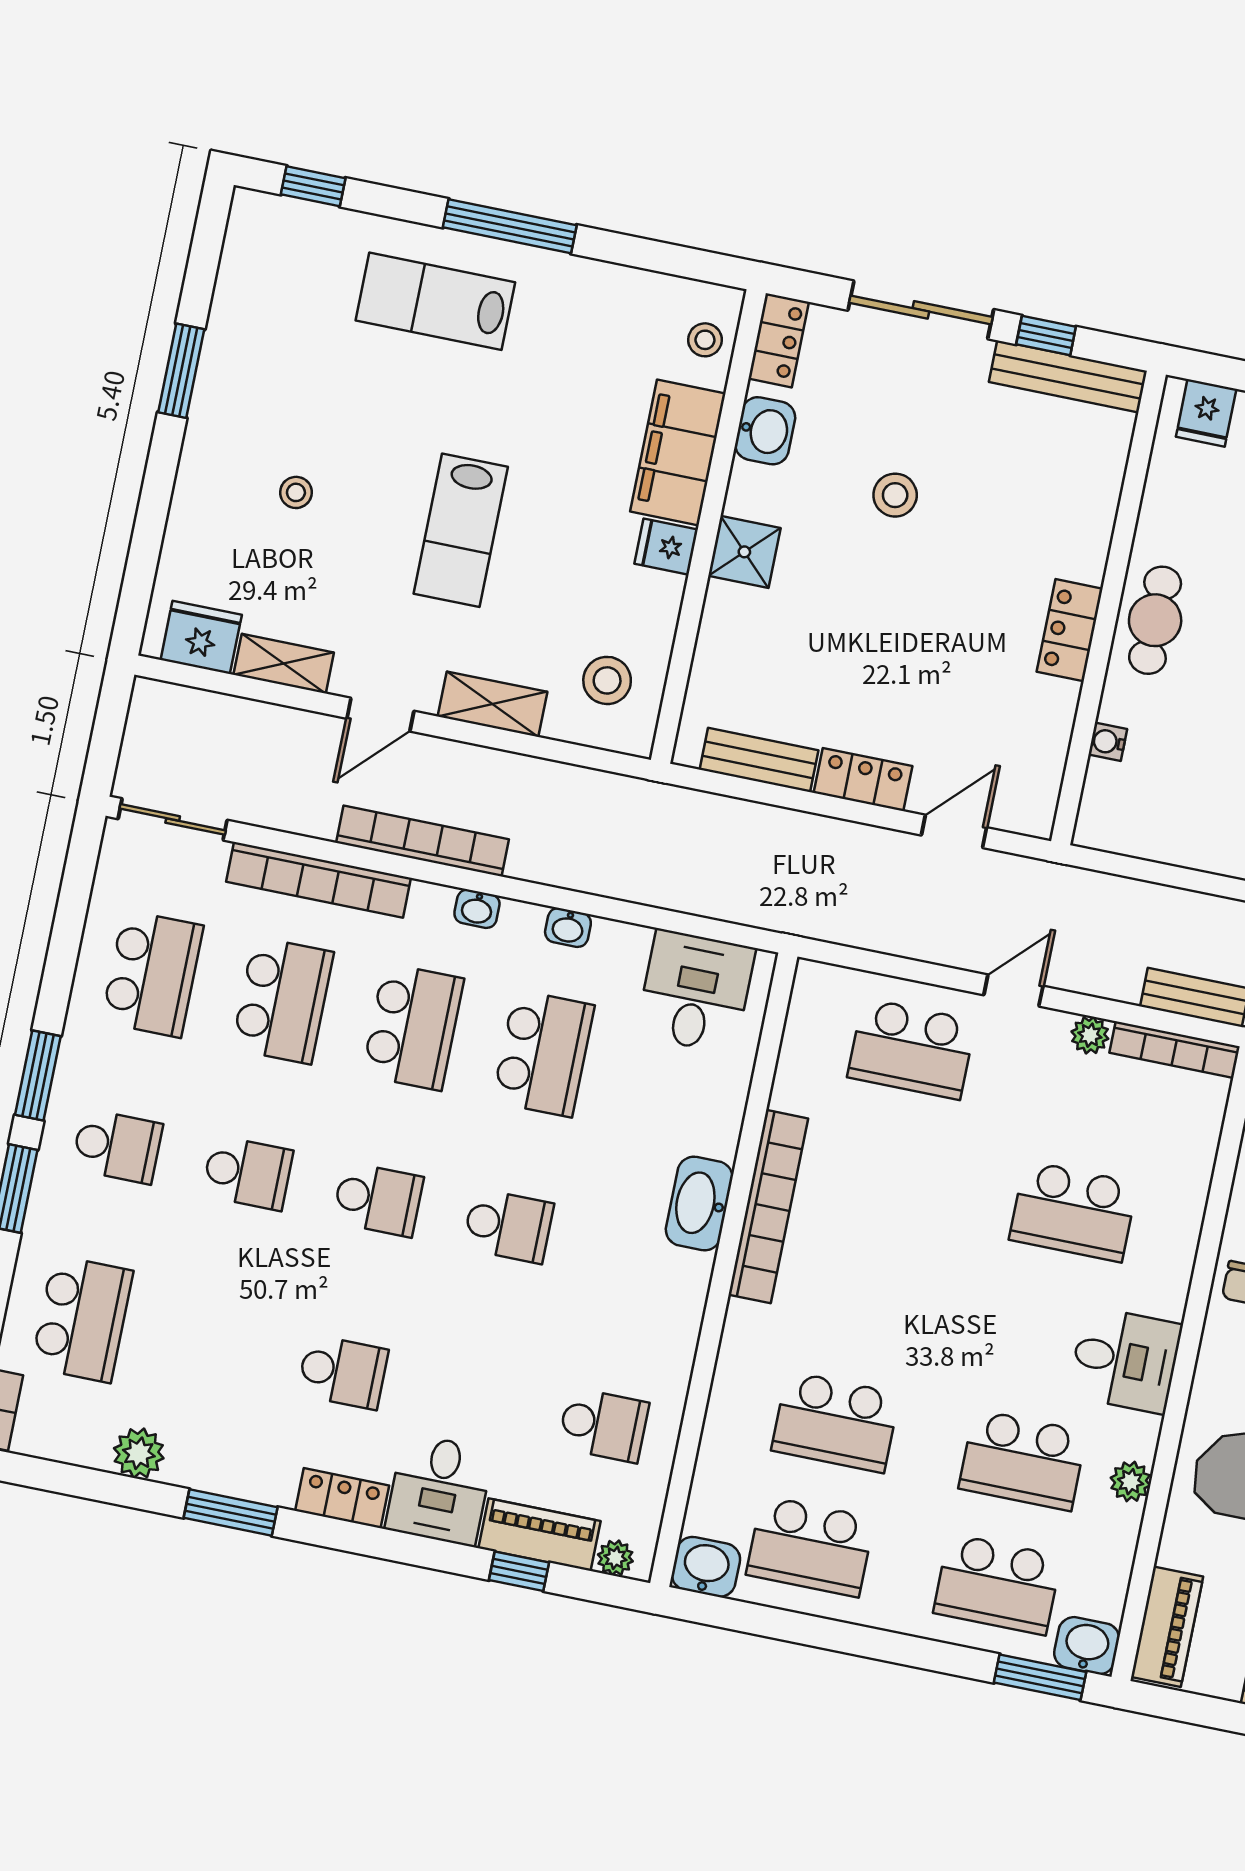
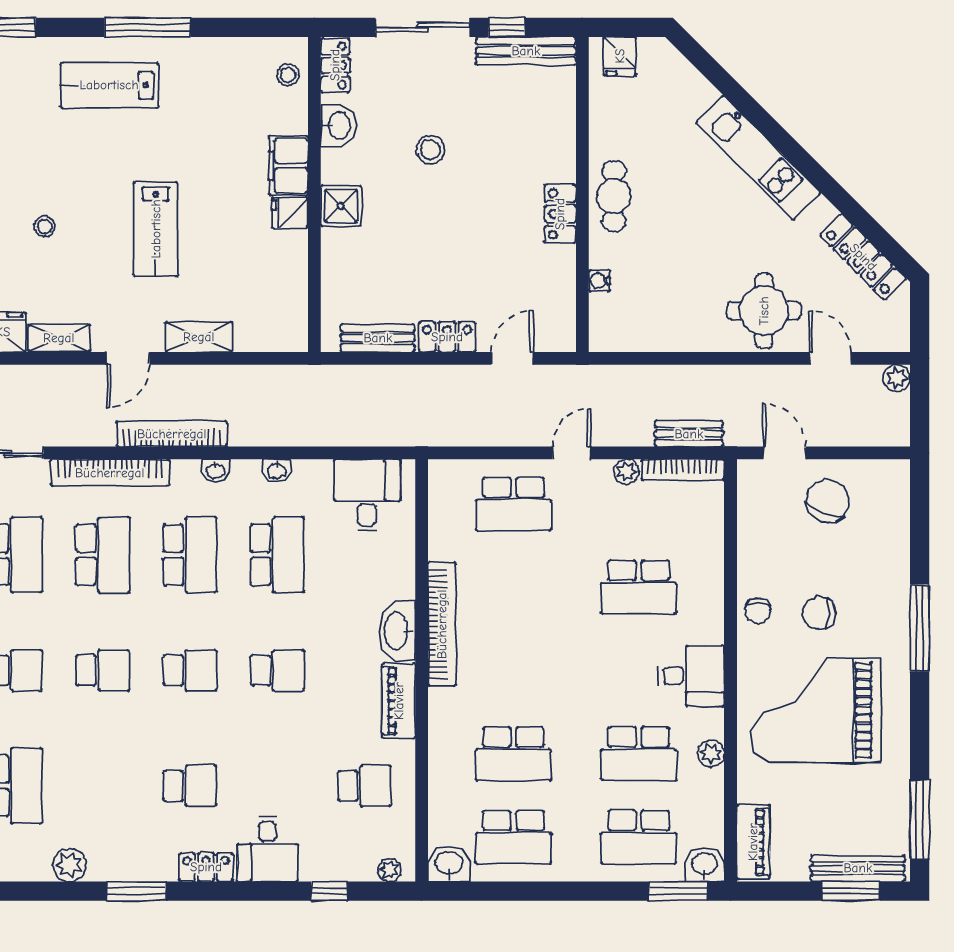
filing cabinet: (678, 453) -> (288, 166), width x0.67, depth x0.86
stool: (607, 680) -> (269, 307), removed
piano: (540, 1535) -> (399, 701), moved, turned -90

